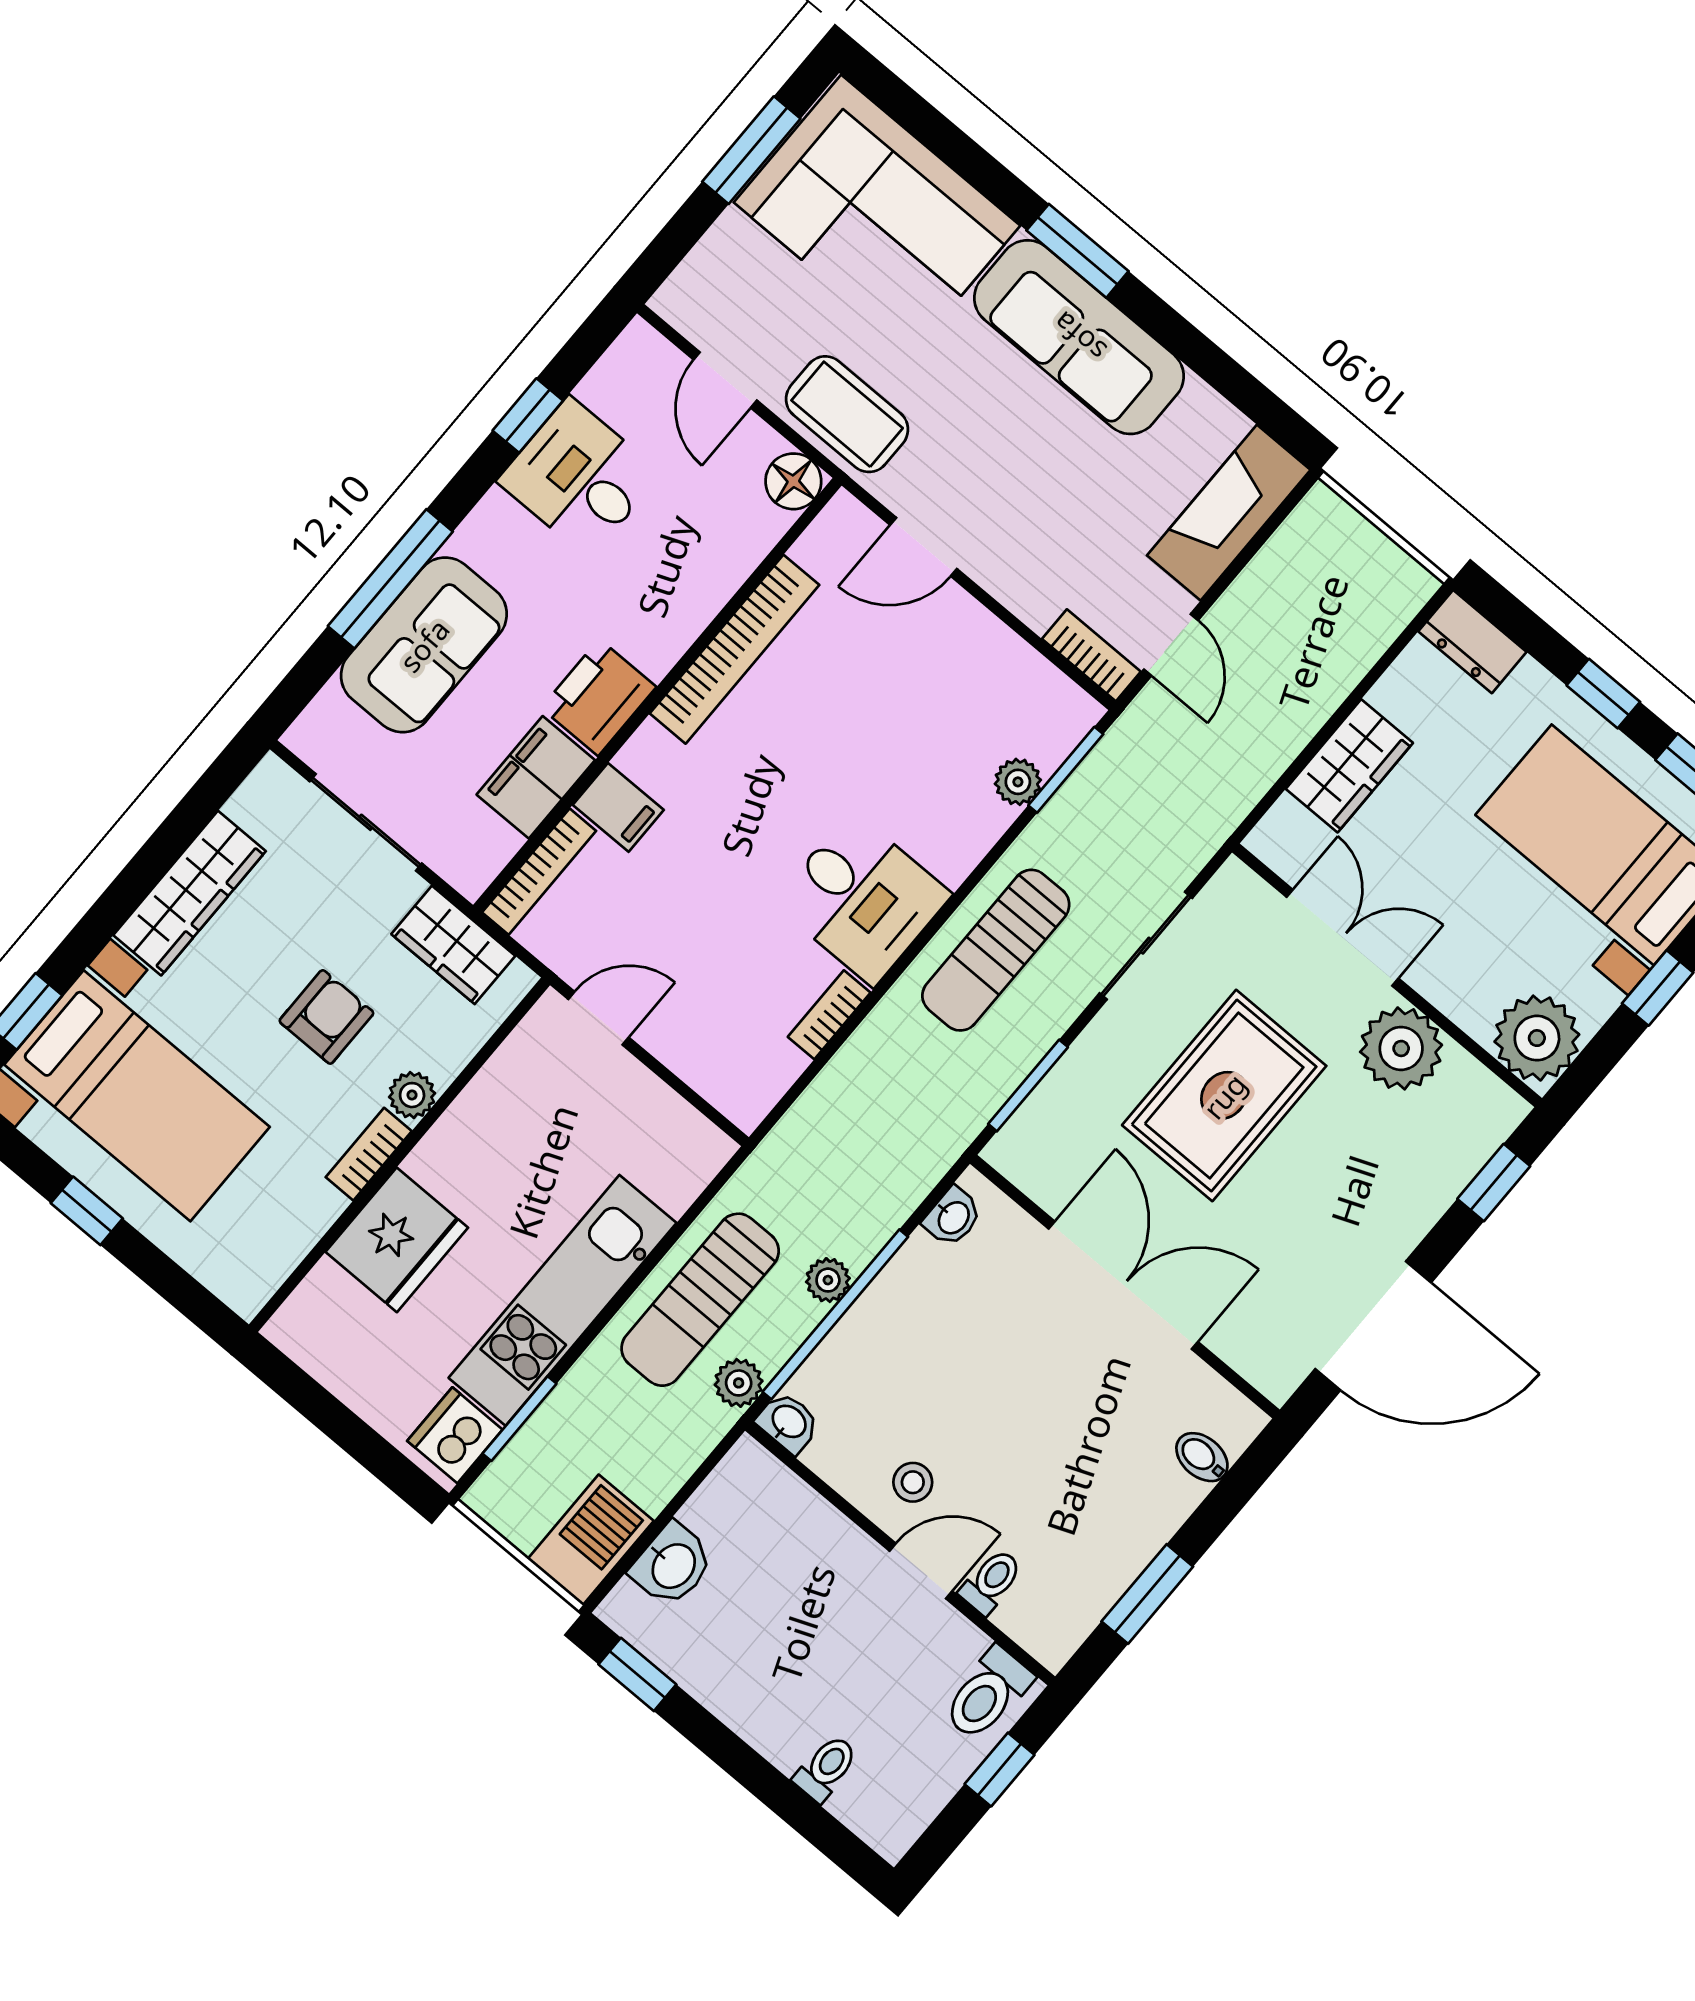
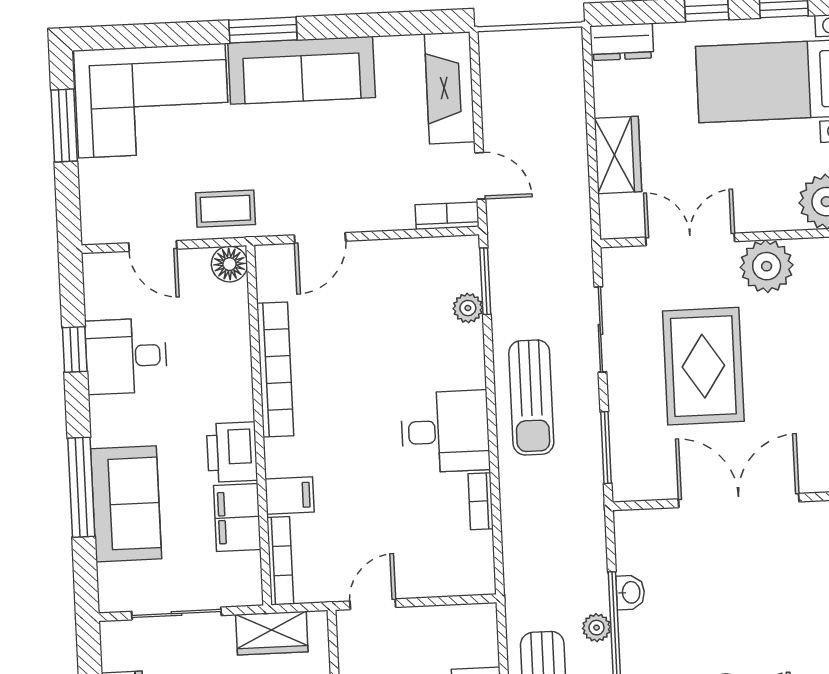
coffee table: (847, 414) -> (225, 209), width x0.73, depth x0.77
washbasin: (953, 1217) -> (630, 592), moved

